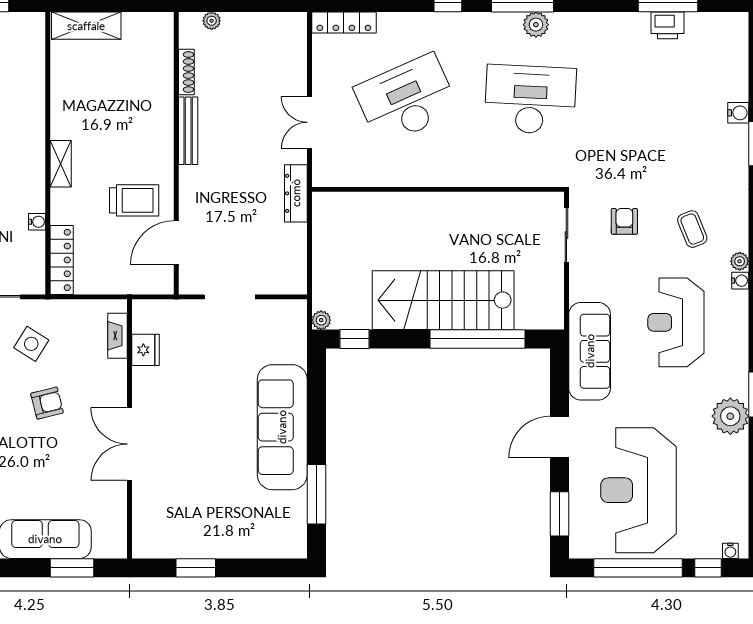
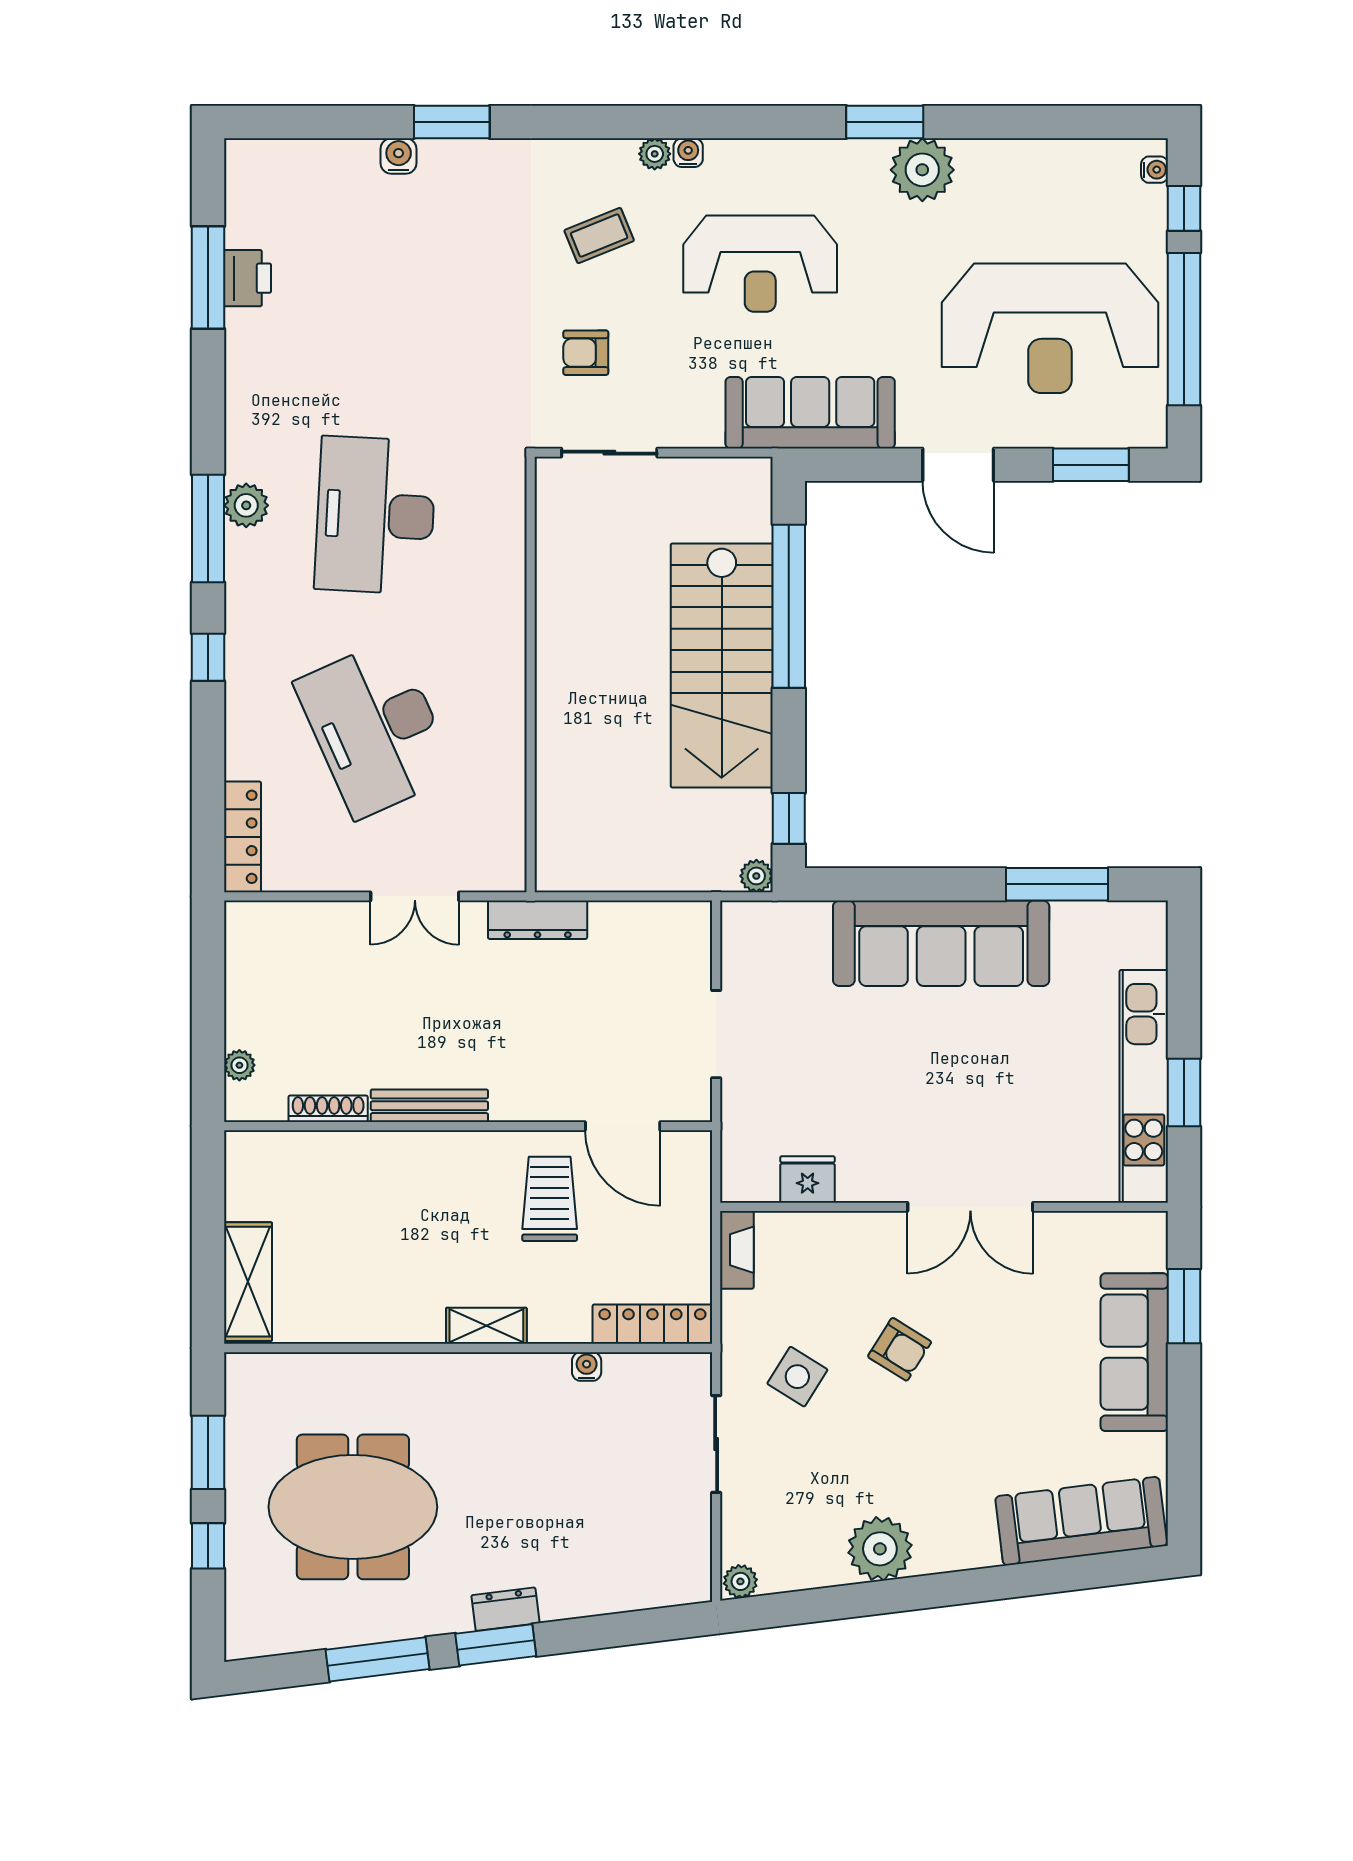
fireplace: (118, 336) -> (737, 1250), moved, turned -90
armchair: (47, 403) -> (900, 1349), turned 136
kitchen unit: (199, 545) -> (1144, 1086), added

